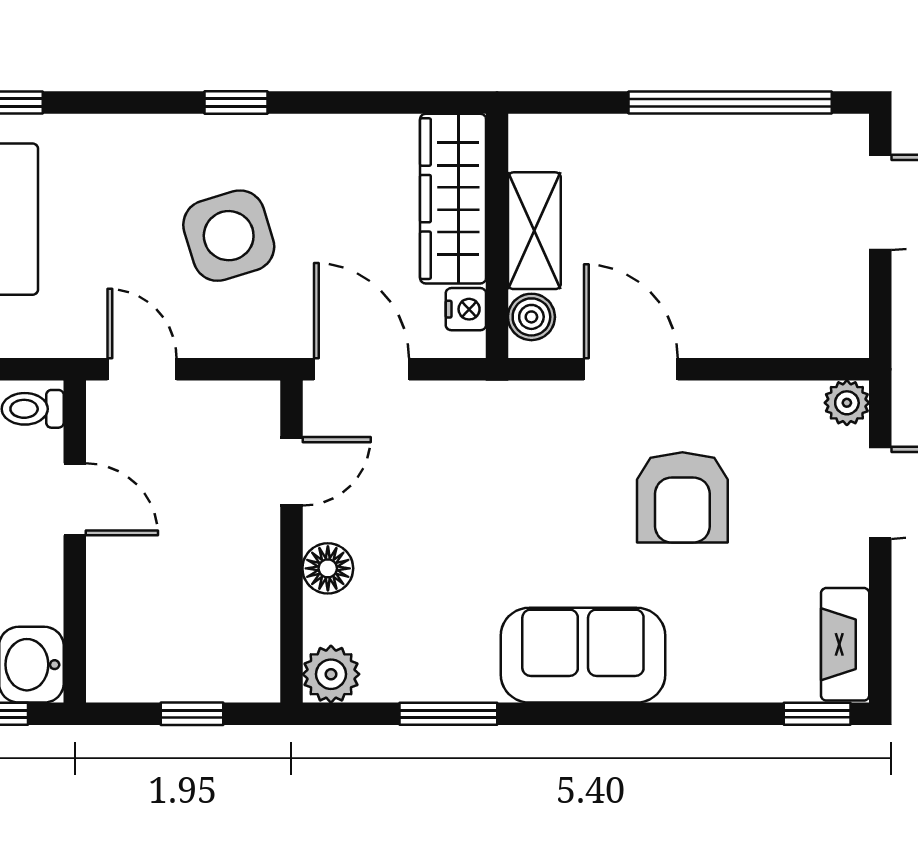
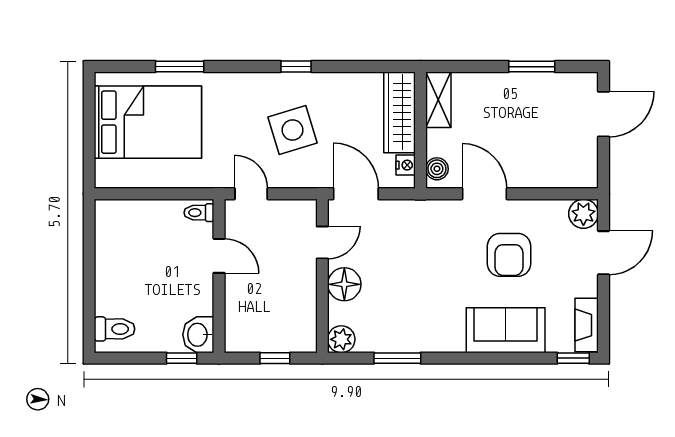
window: (730, 103) -> (532, 67), width x0.47
shelving: (534, 231) -> (438, 100), moved
plant: (847, 403) -> (583, 214), width x1.38, depth x1.38
floor lamp: (328, 568) -> (344, 284), width x1.38, depth x1.38
sofa: (583, 655) -> (506, 330), moved

